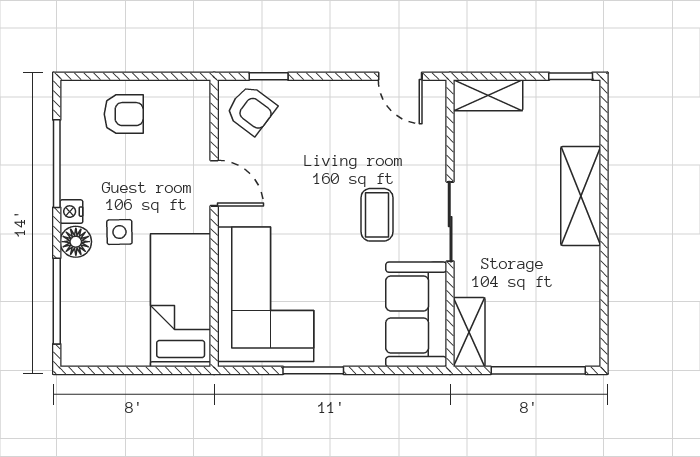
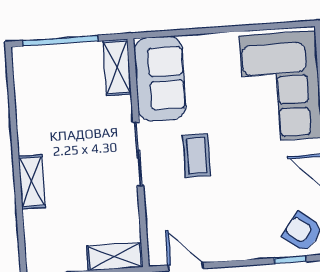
shelving: (581, 196) -> (32, 182), width x0.67, depth x0.75
window: (313, 370) -> (239, 29), removed

